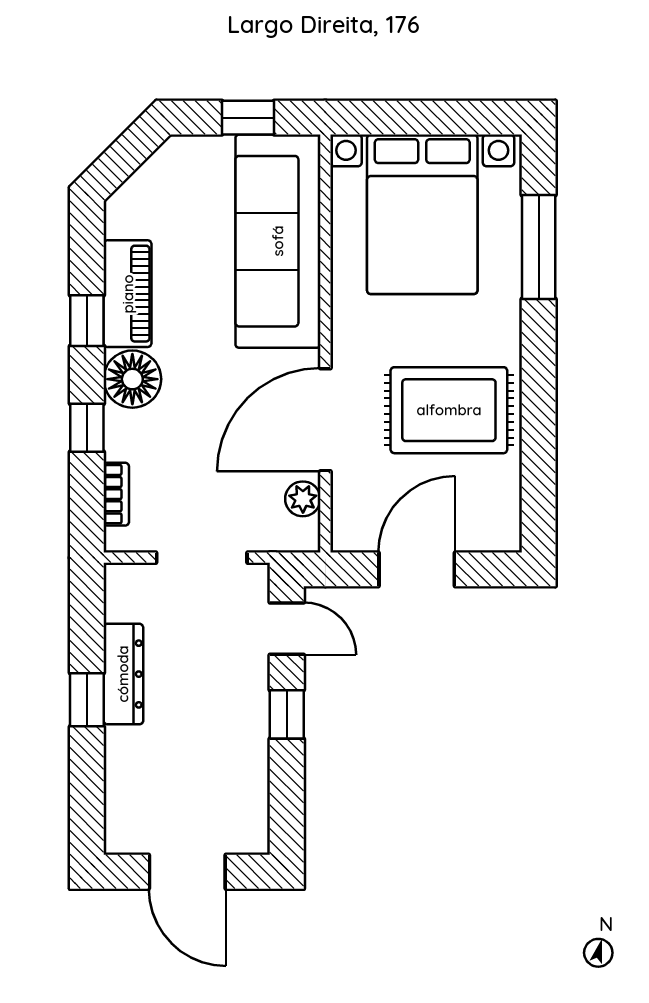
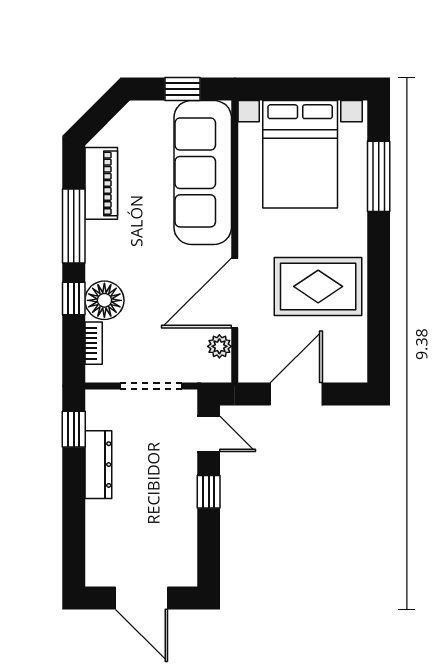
piano: (128, 294) -> (101, 183), moved
window: (87, 321) -> (74, 226), width x2.17
floor lamp: (132, 379) -> (104, 300), moved
window: (87, 700) -> (74, 429), moved

